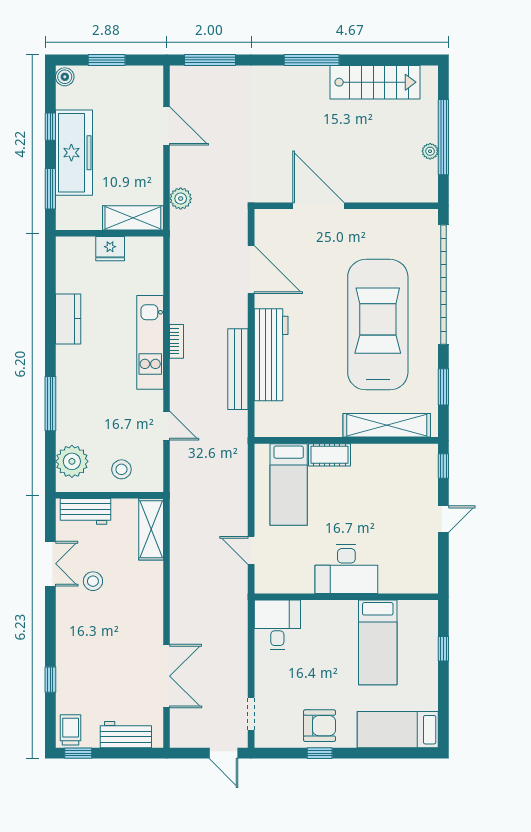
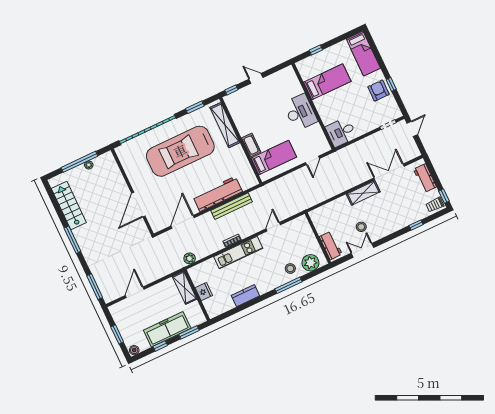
plant: (181, 199) -> (190, 258), moved
stool: (121, 469) -> (290, 269), moved
shelving: (151, 529) -> (363, 193), moved

